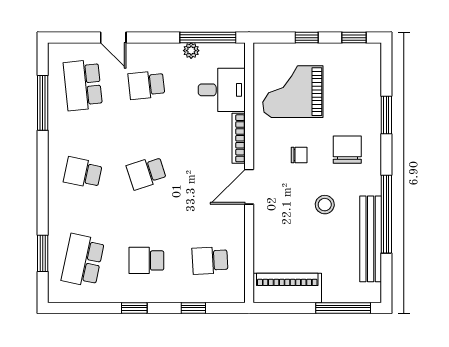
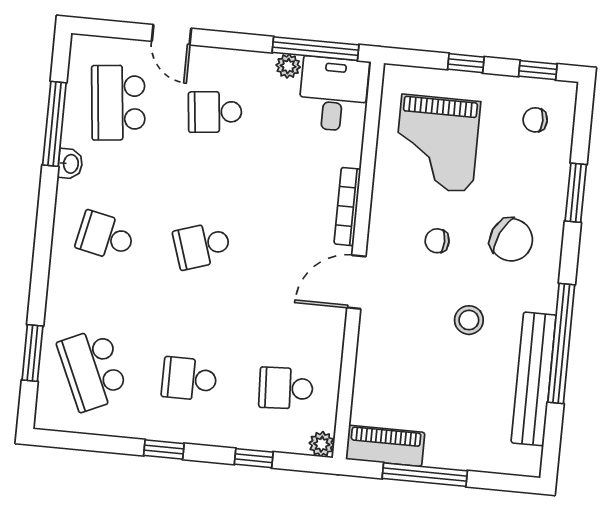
chair: (355, 70) -> (535, 120), added
desk: (222, 90) -> (333, 94), moved, turned -90
grand piano: (293, 92) -> (437, 143), turned -90
washbasin: (55, 128) -> (70, 164), added
chair: (347, 150) -> (511, 240), turned 115
chair: (299, 155) -> (437, 241), turned 180
school desk: (83, 260) -> (93, 370), turned -36
piano: (287, 288) -> (385, 446), width x0.73, depth x0.75
plant: (237, 295) -> (322, 444), added
window: (343, 308) -> (425, 475), moved

